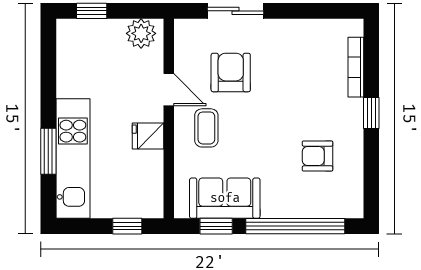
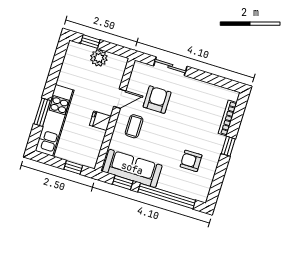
plant: (141, 33) -> (99, 58), moved
door: (169, 90) -> (120, 99), hinge flipped
sofa: (225, 198) -> (132, 168), width x1.36

